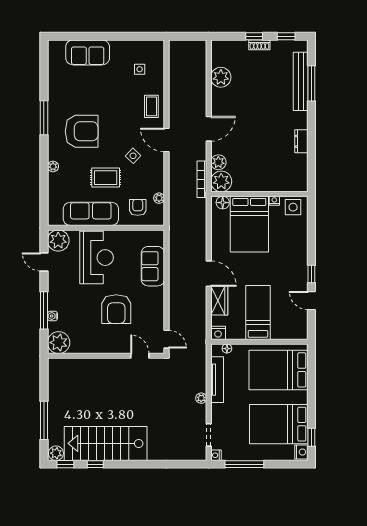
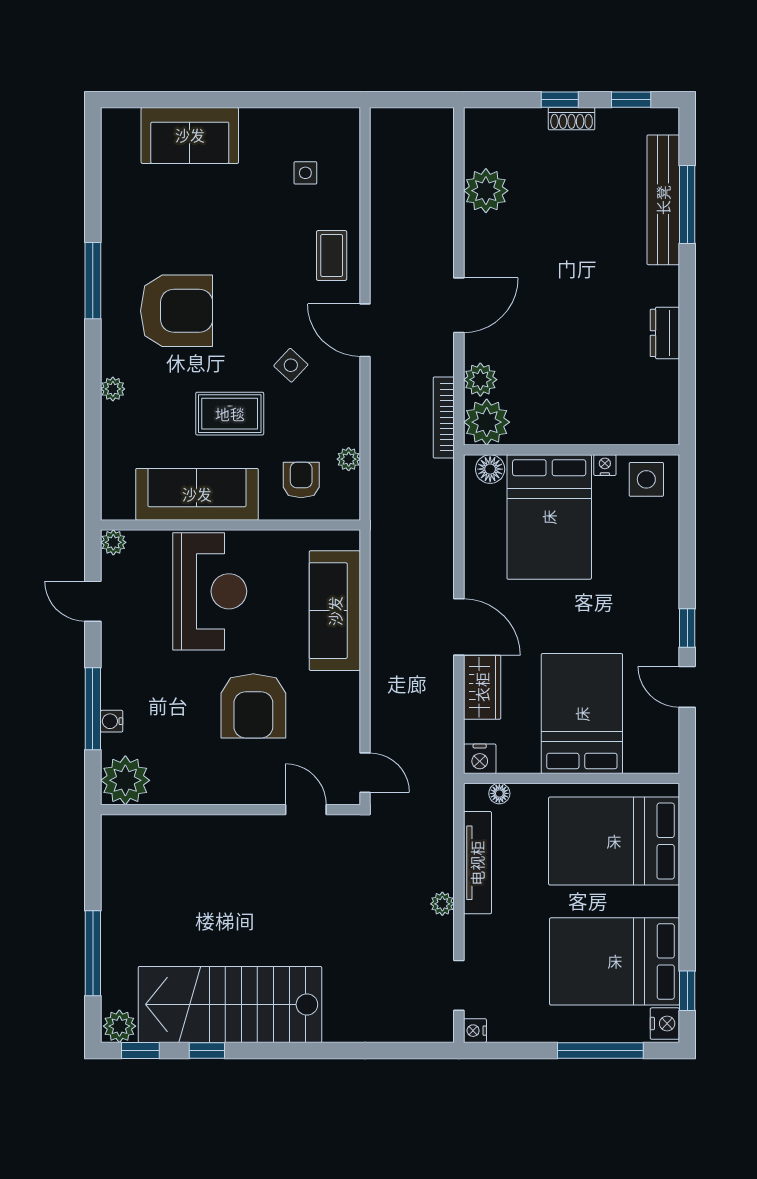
plant: (58, 240) -> (113, 542), width x0.53, depth x0.53
sofa: (153, 266) -> (335, 611), width x1.36
bed: (258, 313) -> (582, 714), width x1.50
window: (244, 464) -> (600, 1050), moved

